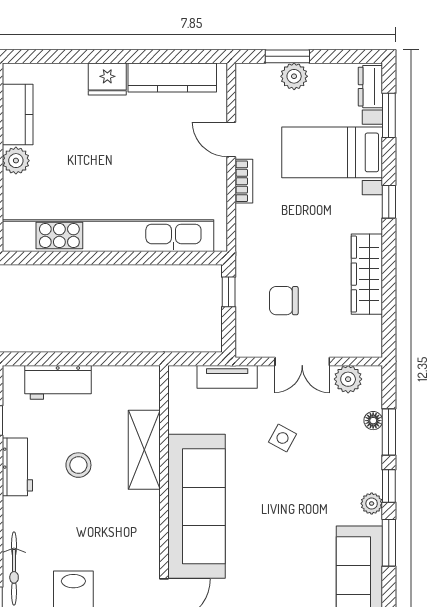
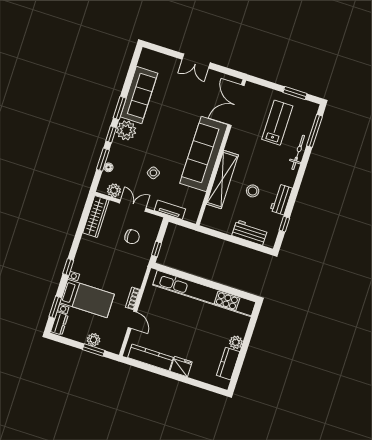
wardrobe: (367, 274) -> (96, 216), moved
shelving: (144, 450) -> (222, 180), width x1.47
plant: (372, 504) -> (126, 130), width x1.87, depth x1.87

